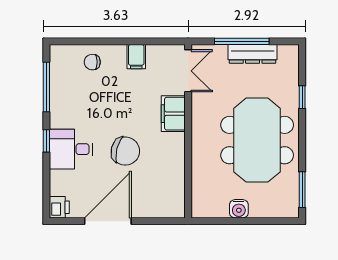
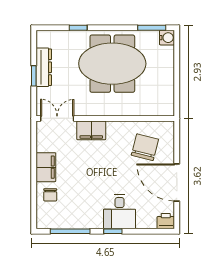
window: (242, 41) -> (34, 76), width x0.46
filing cabinet: (136, 57) -> (46, 167), width x2.00
chair: (125, 151) -> (145, 147), moved
water cooler: (239, 209) -> (167, 38), moved

